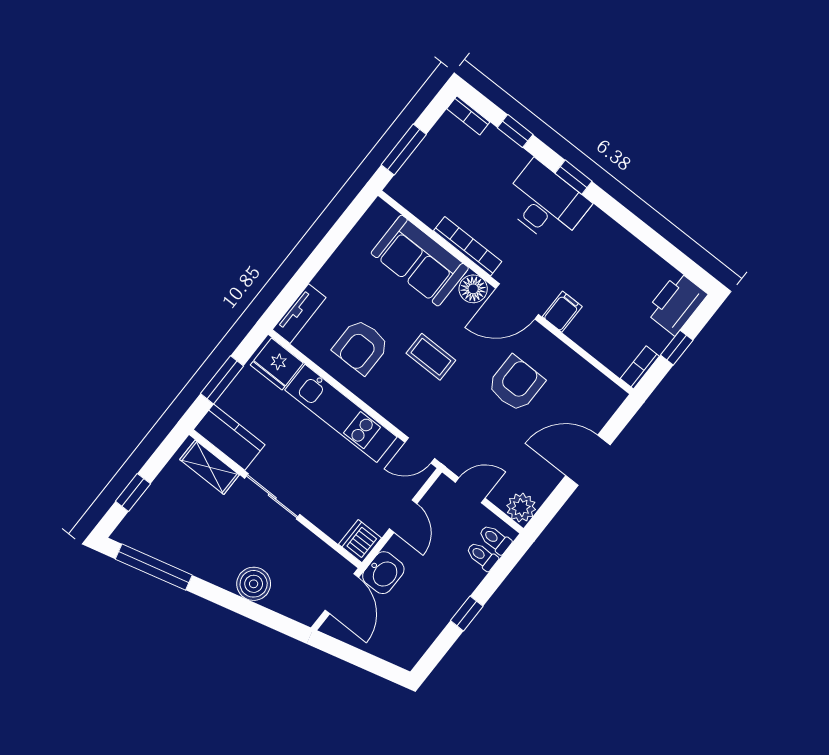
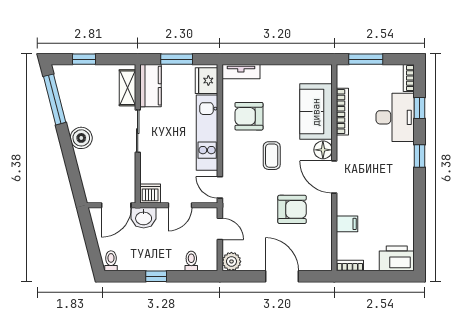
desk: (545, 203) -> (395, 117), moved
bookcase: (468, 246) -> (342, 112), moved
filing cabinet: (562, 312) -> (347, 224), moved
window: (677, 348) -> (375, 276), removed
toilet: (495, 539) -> (111, 261), moved
boiler: (254, 584) -> (81, 138), moved

